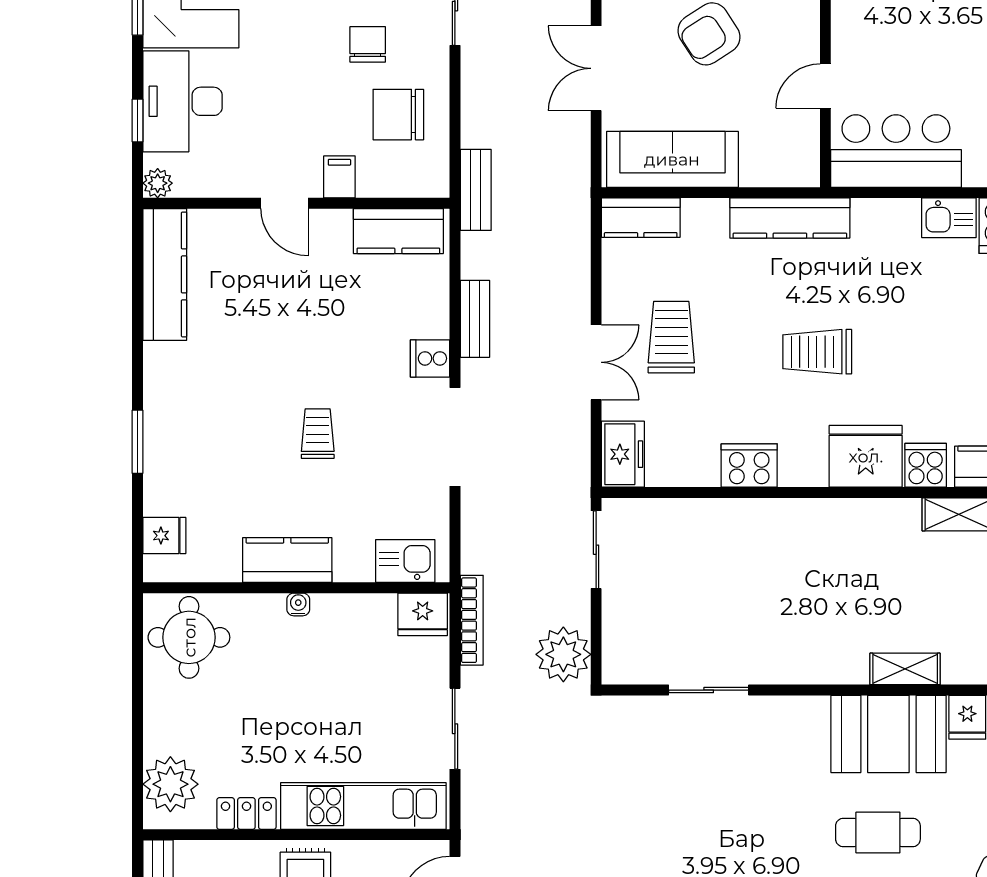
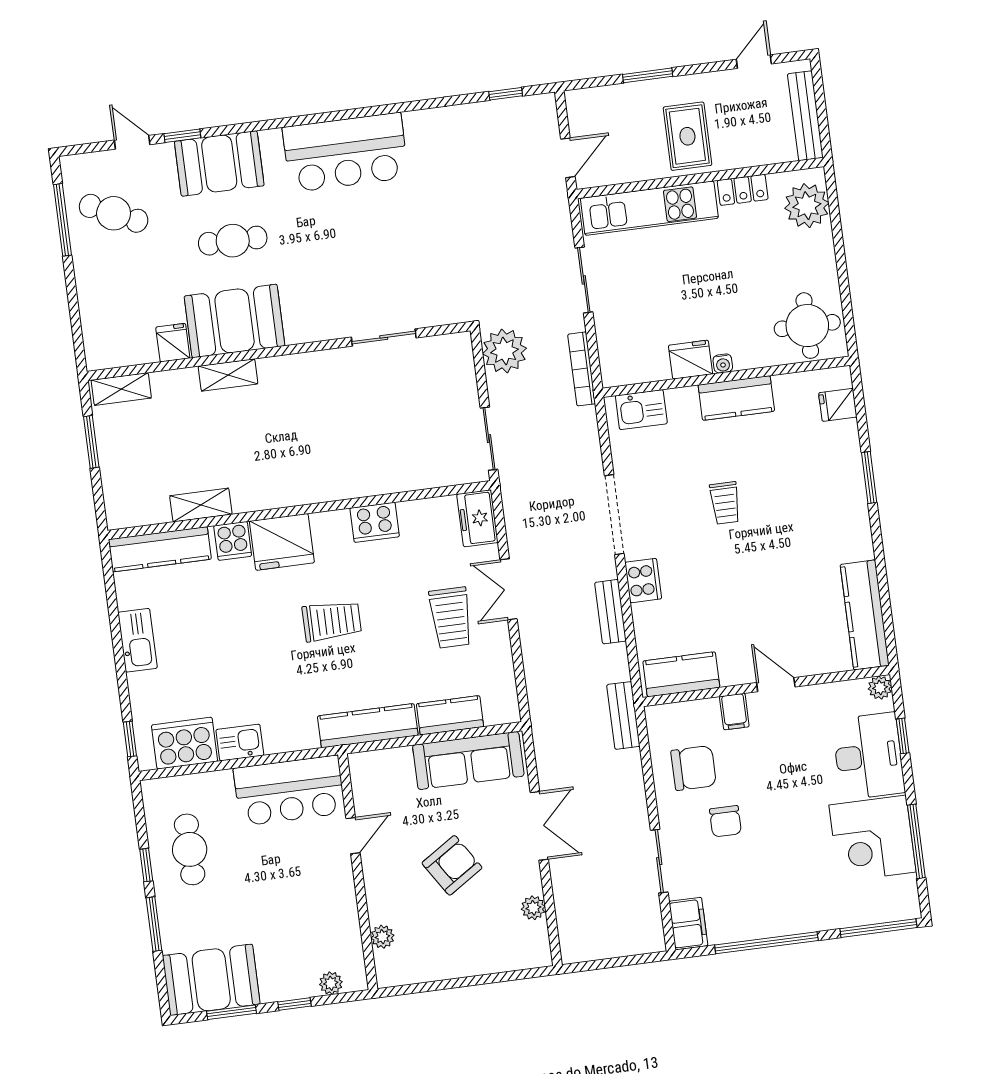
kitchen counter: (641, 218) -> (450, 715), moved
cooker: (430, 358) -> (643, 581), width x1.36
fridge: (423, 614) -> (690, 360), moved

